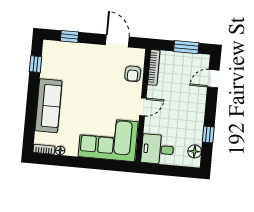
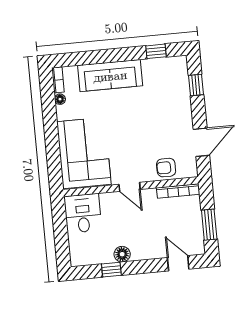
floor lamp: (195, 151) -> (122, 254), moved

